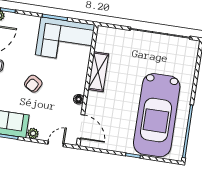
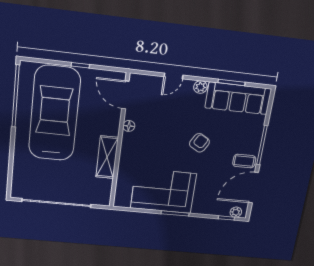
shelving: (98, 72) -> (107, 157), moved
wall: (87, 85) -> (119, 142), moved
floor lamp: (79, 99) -> (129, 126), moved
door: (81, 127) -> (125, 95), moved

